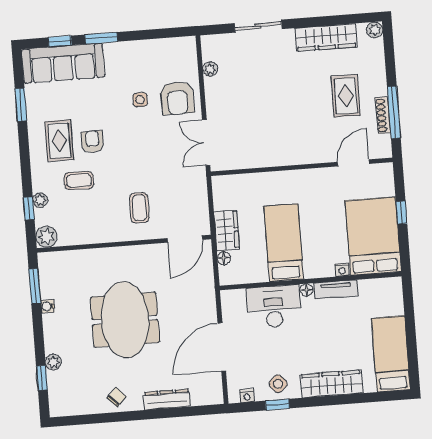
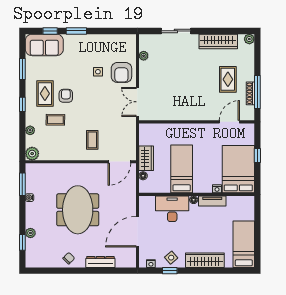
sofa: (63, 63) -> (44, 45), width x0.73
window: (29, 208) -> (22, 104), moved

